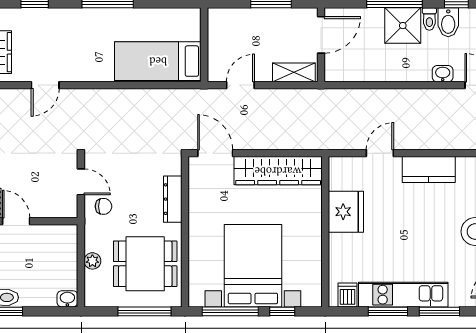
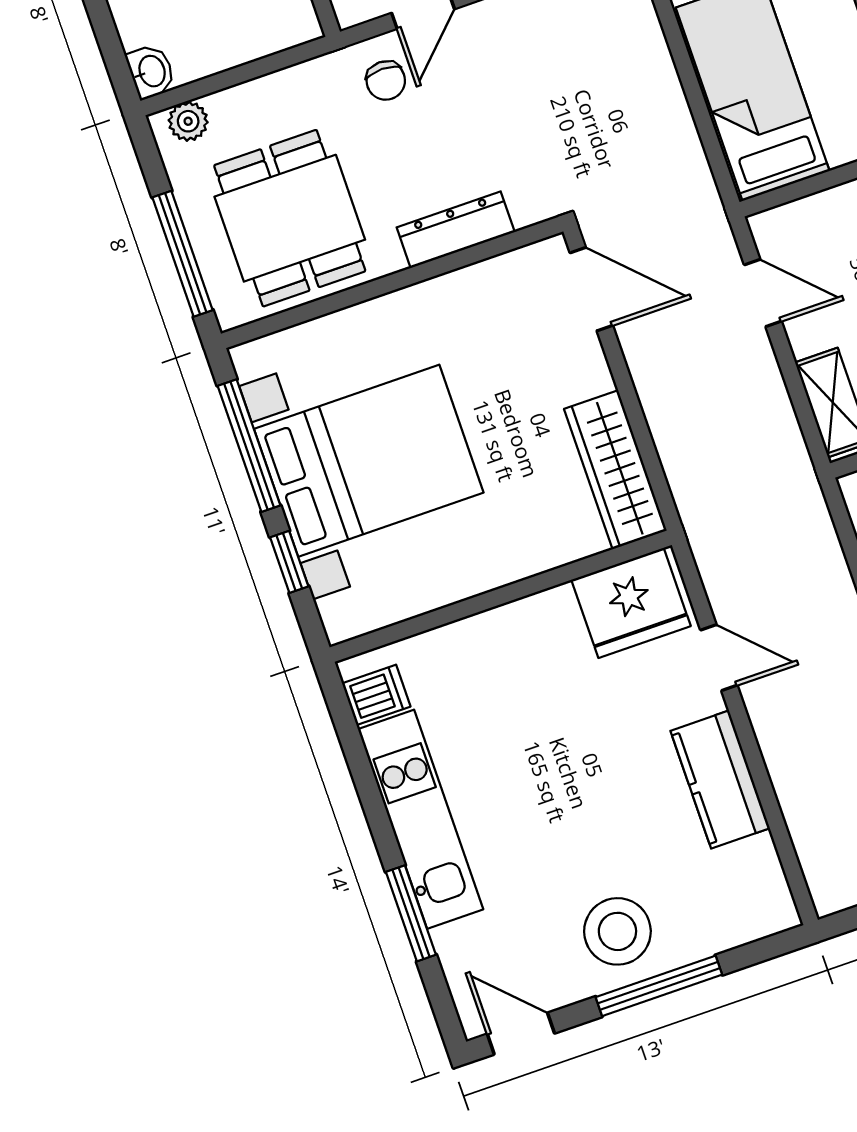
door: (215, 153) -> (591, 289), hinge flipped
wardrobe: (278, 171) -> (615, 470), width x0.71, depth x0.85
fridge: (346, 212) -> (631, 603), moved
plant: (92, 261) -> (188, 121), moved
window: (388, 311) -> (371, 798), removed

